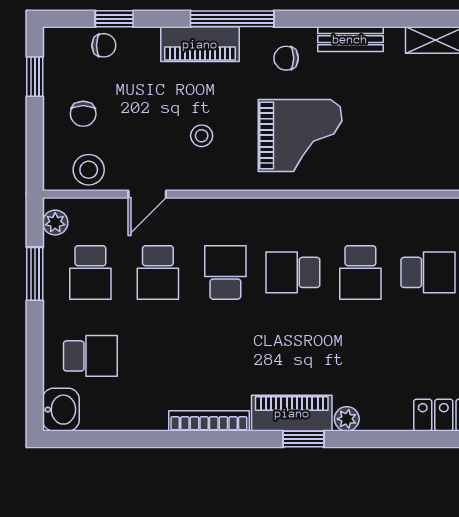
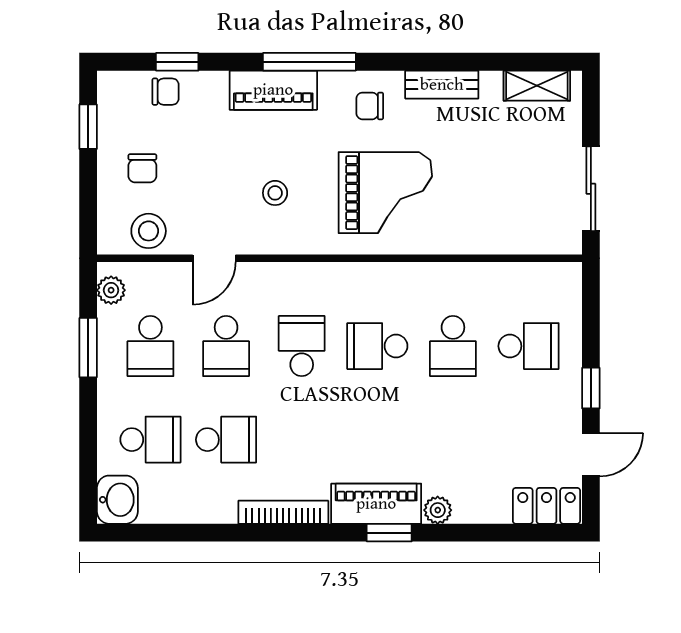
school desk: (158, 356) -> (226, 440), added

